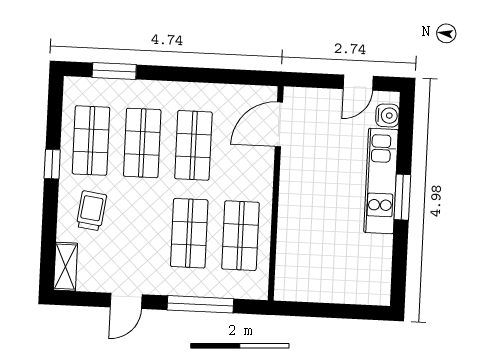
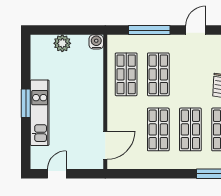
water cooler: (387, 115) -> (96, 42), moved, turned 90
plant: (340, 290) -> (62, 43), added

